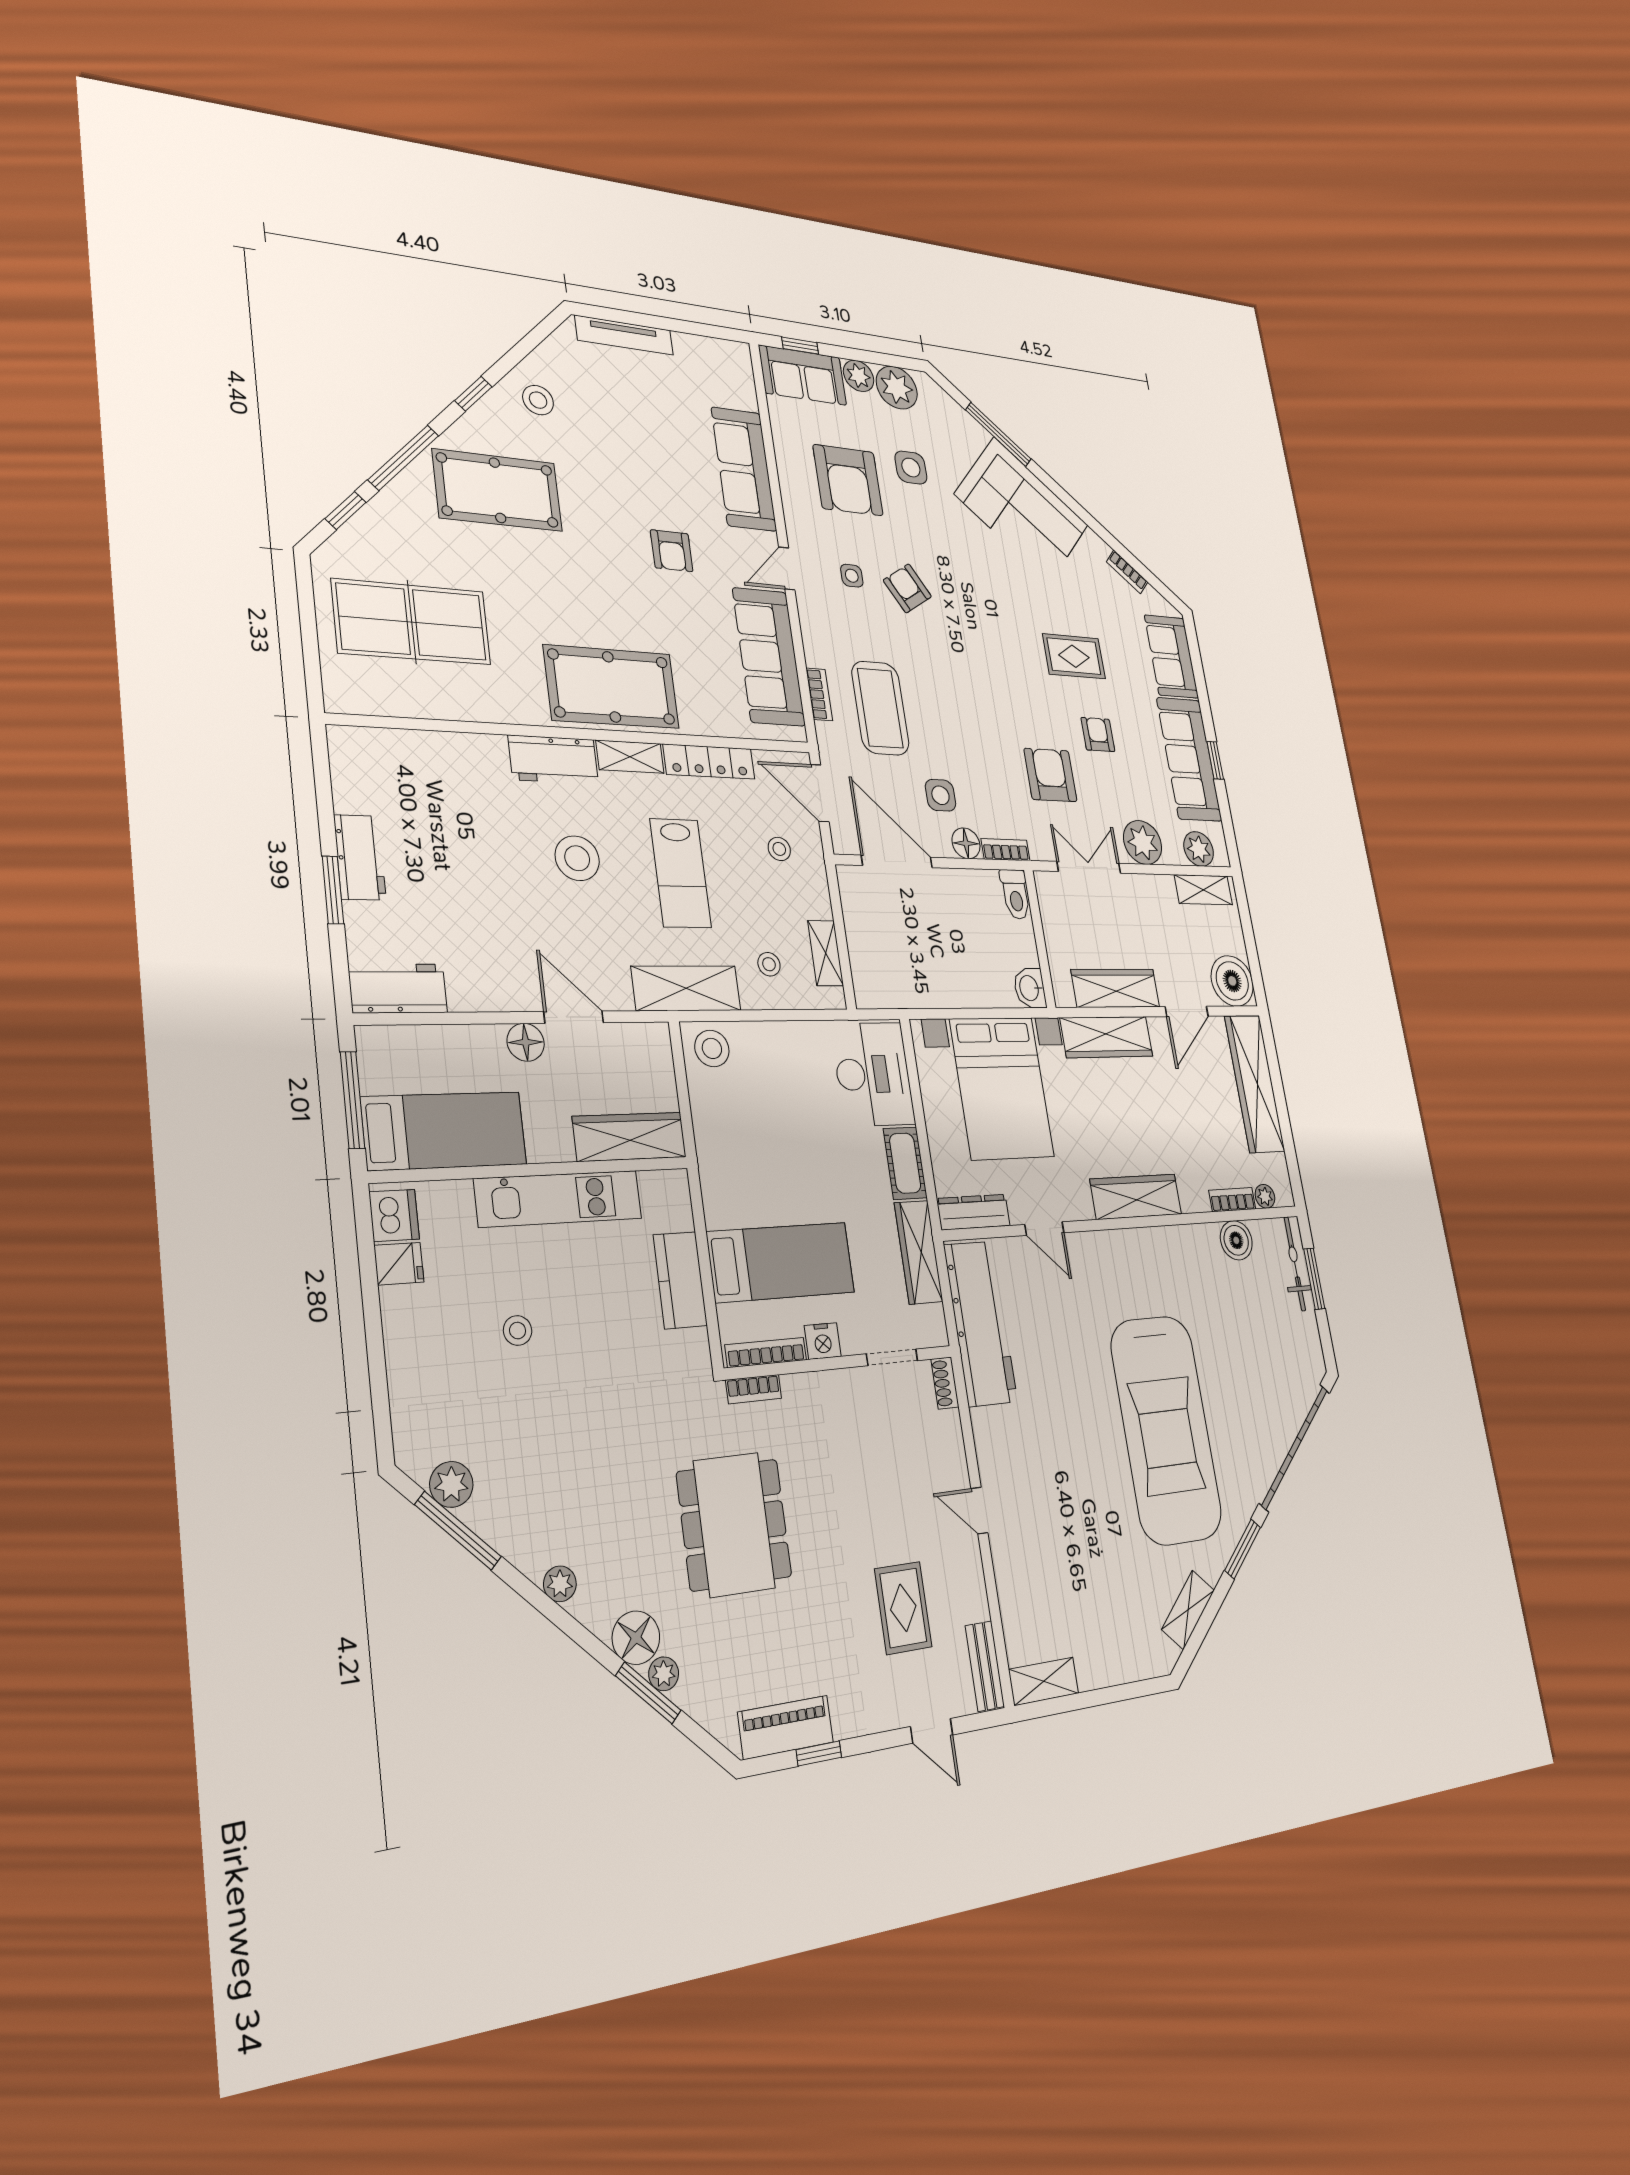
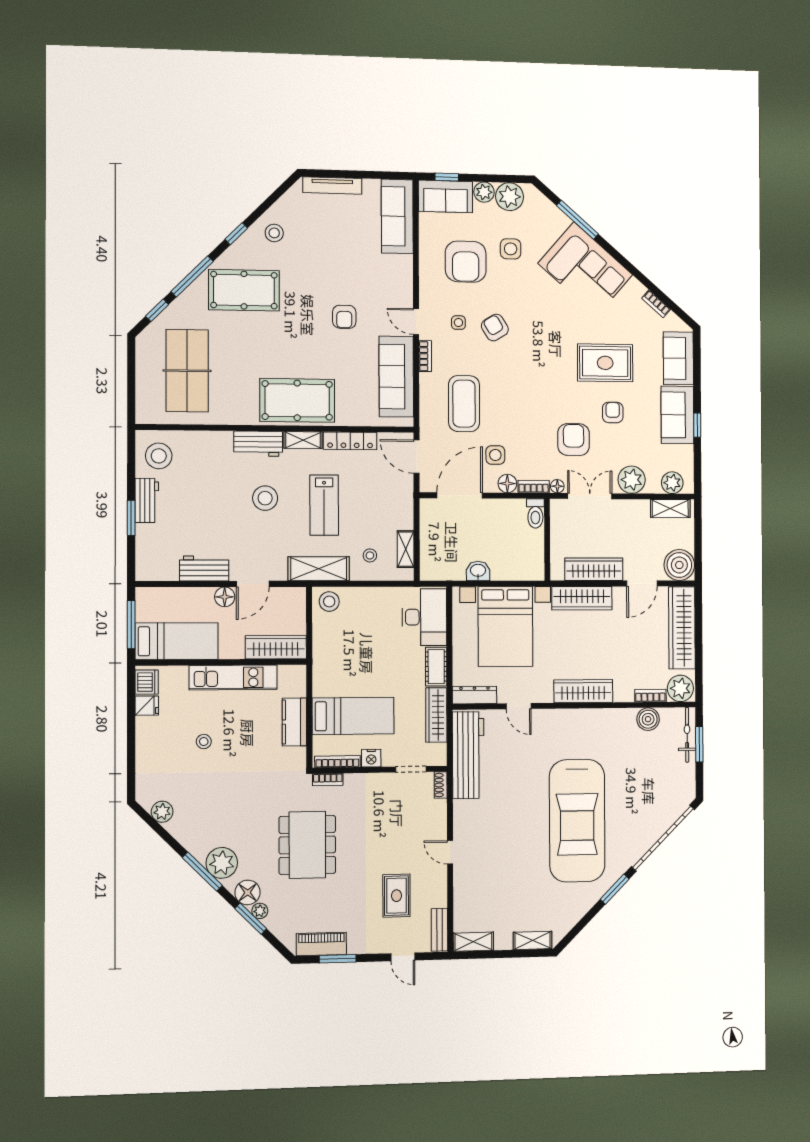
sofa: (744, 469) -> (397, 216), moved
door: (787, 568) -> (416, 322), hinge flipped
table tennis table: (412, 622) -> (187, 371), turned 90
rug: (1074, 656) -> (605, 363), width x1.36, depth x1.43
bookcase: (819, 694) -> (425, 356), moved
sofa: (1189, 759) -> (677, 415), width x0.73
stool: (779, 849) -> (159, 456), moved, width x1.89, depth x1.89
floor lamp: (1040, 850) -> (557, 486), added
door: (897, 861) -> (460, 495), hinge flipped
workbench: (398, 988) -> (204, 568), moved
washbasin: (1030, 988) -> (478, 571), moved, turned 90
door: (574, 1017) -> (253, 584), swing flipped
plant: (1265, 1196) -> (680, 688), width x1.88, depth x1.88
window: (458, 1531) -> (202, 872), moved
plant: (560, 1584) -> (222, 863), width x1.87, depth x1.87
shelving: (1188, 1610) -> (532, 940), moved, turned 45
window: (819, 1753) -> (338, 959), width x1.50

